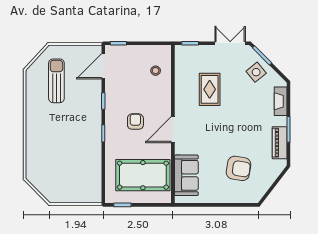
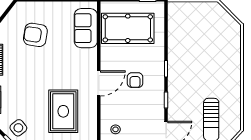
rug: (210, 89) -> (63, 111), width x1.36, depth x1.43
door: (173, 130) -> (99, 83), moved

